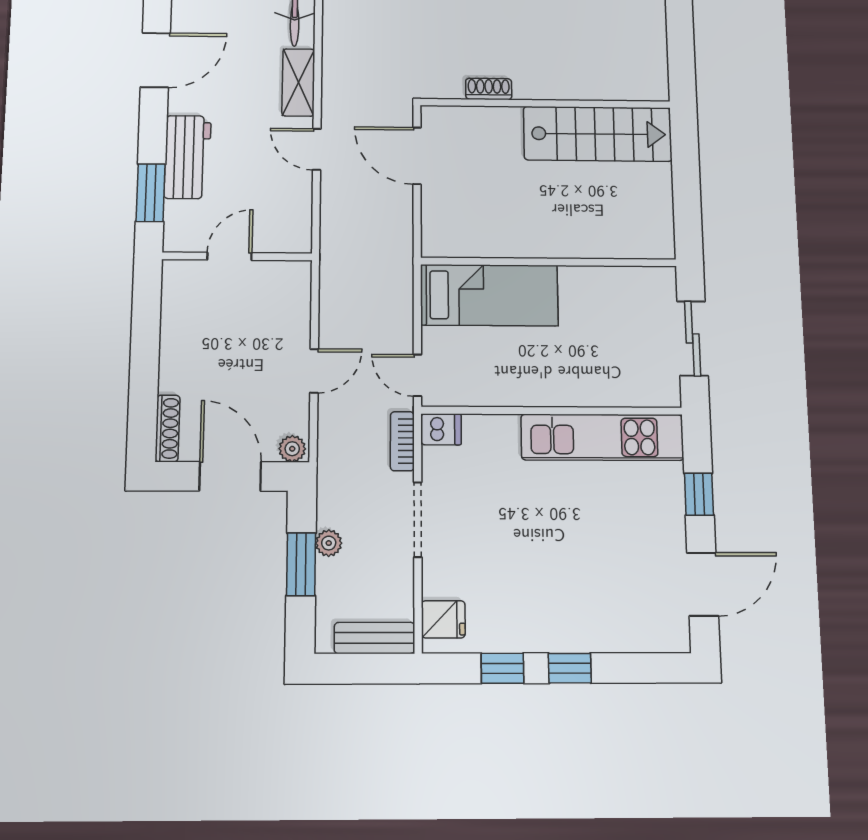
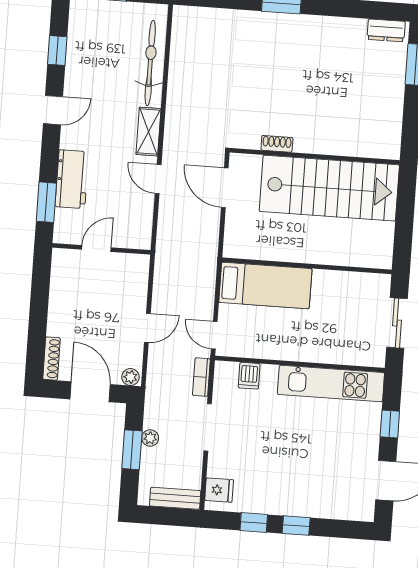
door: (155, 60) -> (53, 110), width x0.73
stairs: (598, 134) -> (329, 188), width x1.36, depth x1.51
dishwasher: (441, 429) -> (249, 376), moved, turned 90

